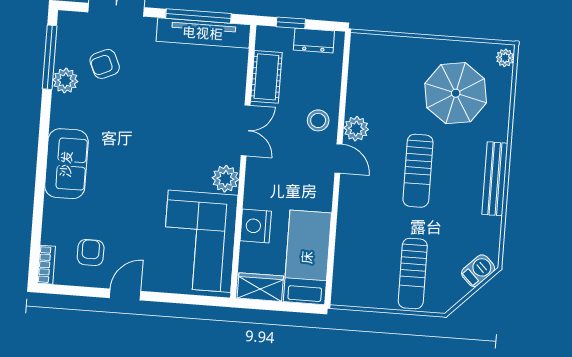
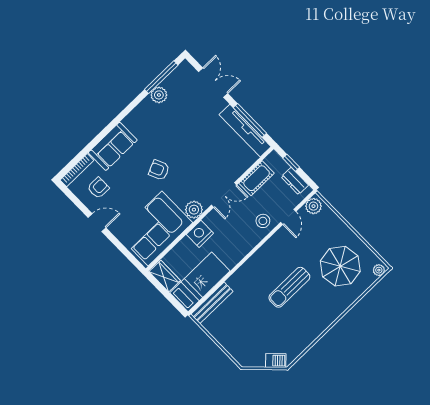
armchair: (105, 64) -> (159, 170), moved
plant: (356, 129) -> (313, 206), moved
door: (338, 159) -> (288, 217), moved
sofa: (66, 164) -> (113, 146), moved
bench: (495, 179) -> (212, 303), moved
nightstand: (256, 226) -> (200, 234), moved
bookcase: (46, 265) -> (77, 170), width x1.56
sun lounger: (413, 274) -> (243, 334), removed

